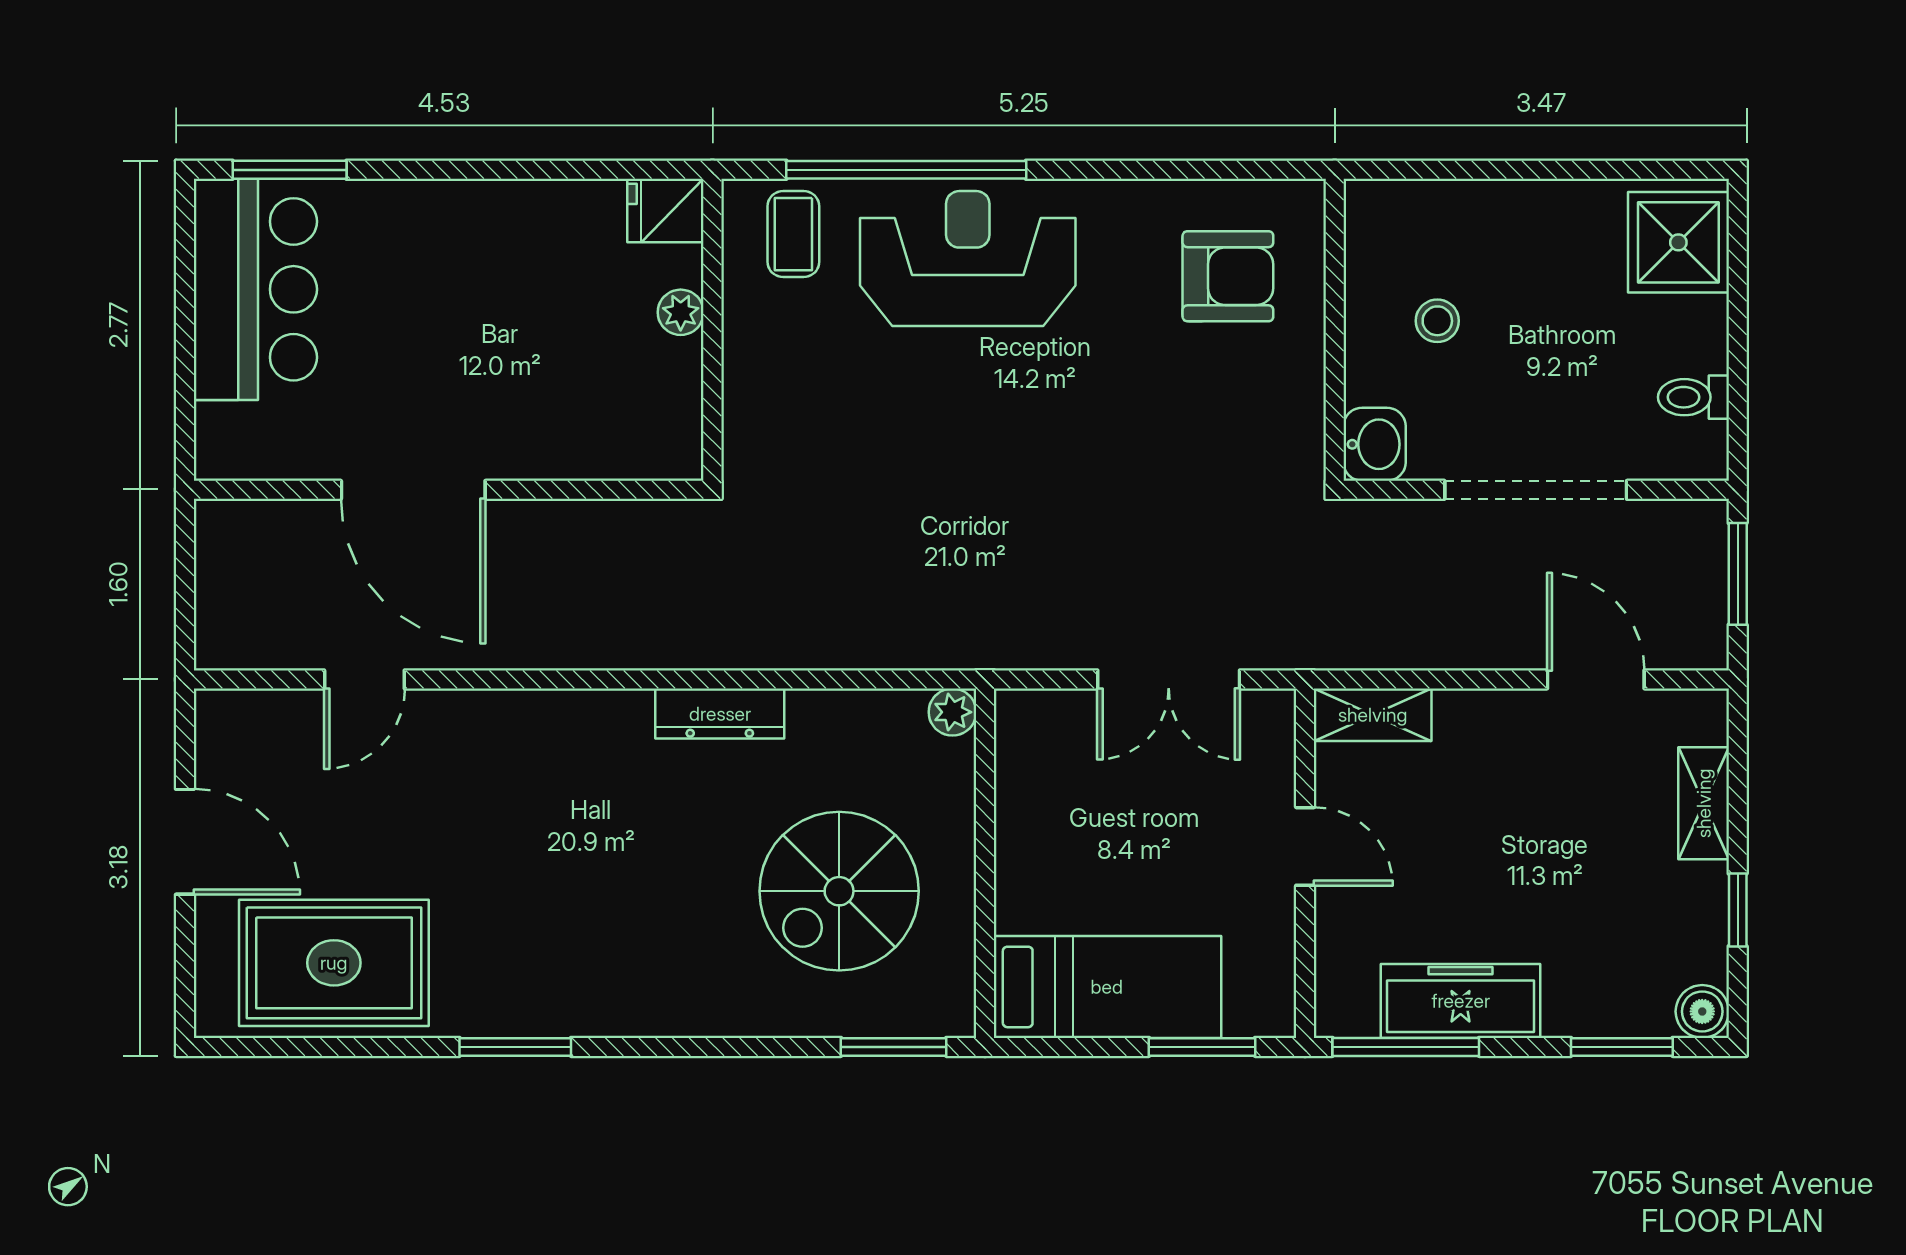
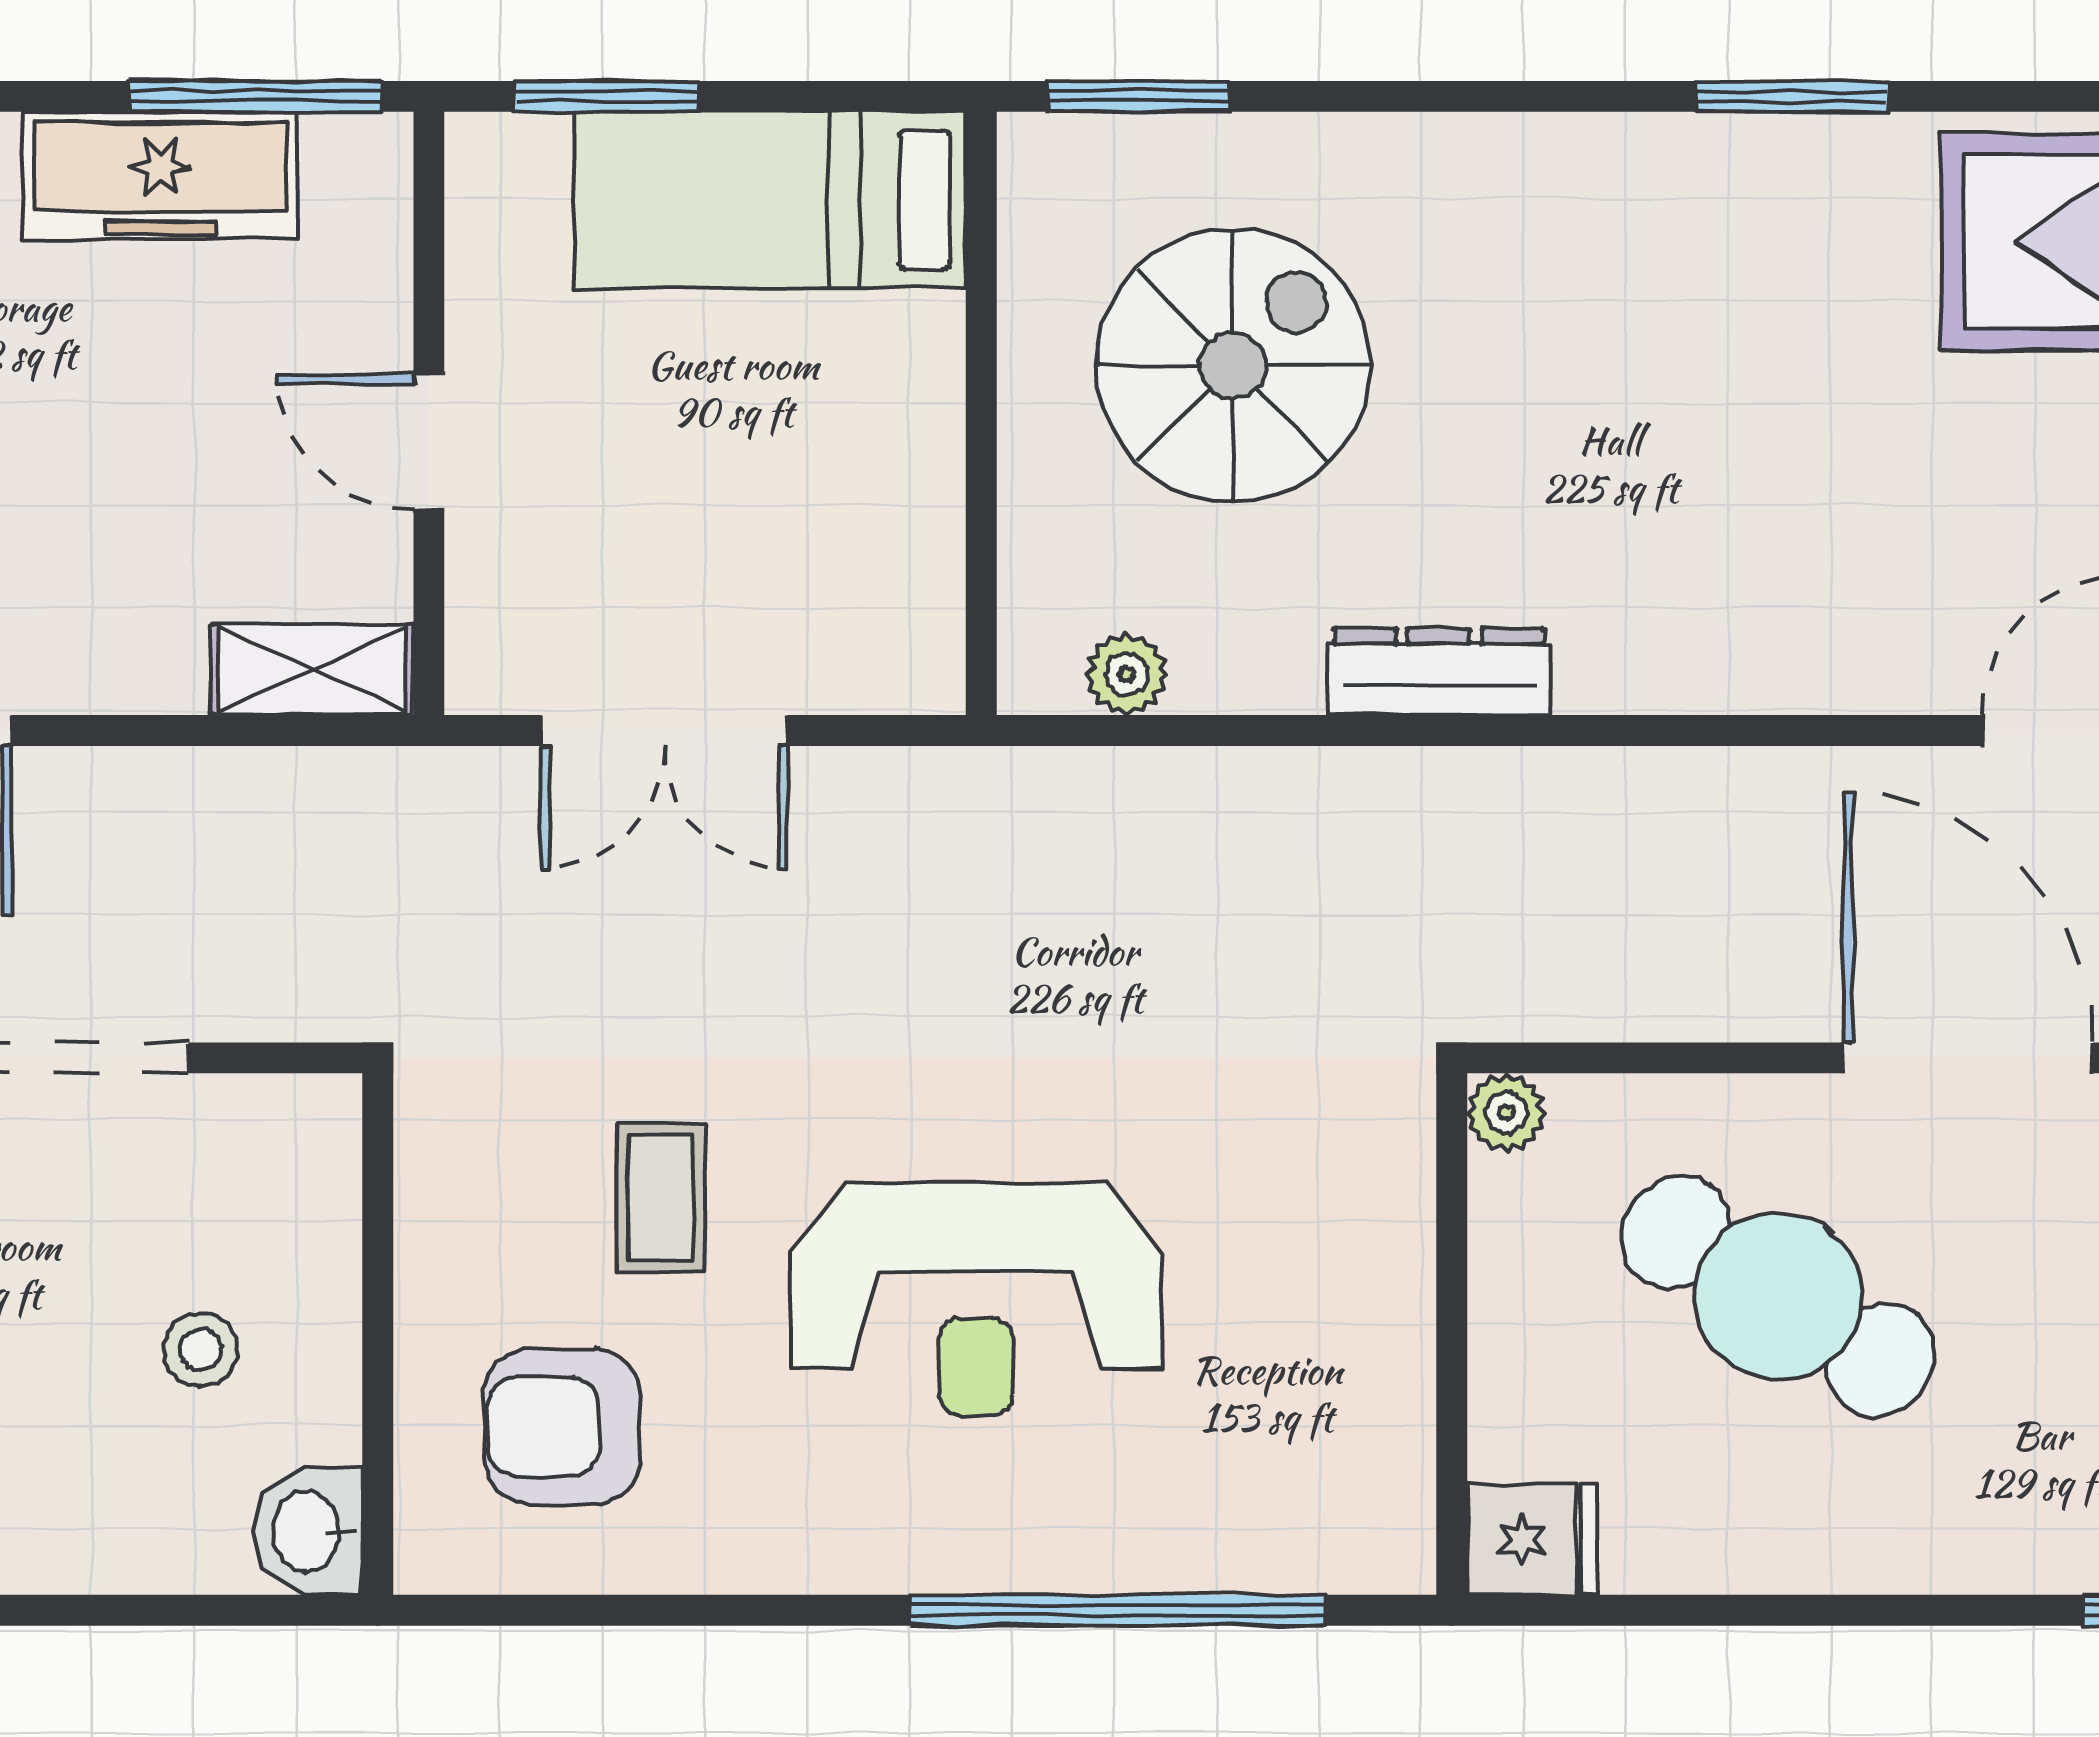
coffee table: (793, 234) -> (661, 1198), moved
reception desk: (968, 259) -> (976, 1299), moved
plant: (681, 312) -> (1506, 1113), moved
cafe table: (523, 352) -> (1778, 1296), added
washbasin: (1375, 444) -> (309, 1532), moved
double door: (1169, 679) -> (664, 731), swing flipped
plant: (952, 712) -> (1127, 674), moved

